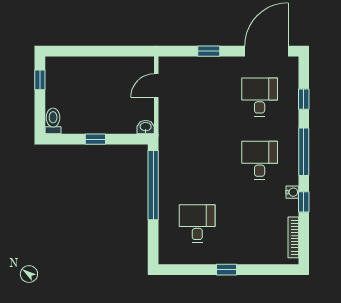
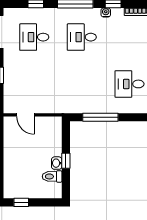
toilet: (53, 121) -> (52, 176), moved
washbasin: (146, 127) -> (57, 163), moved
window: (153, 185) -> (100, 117), width x0.68

